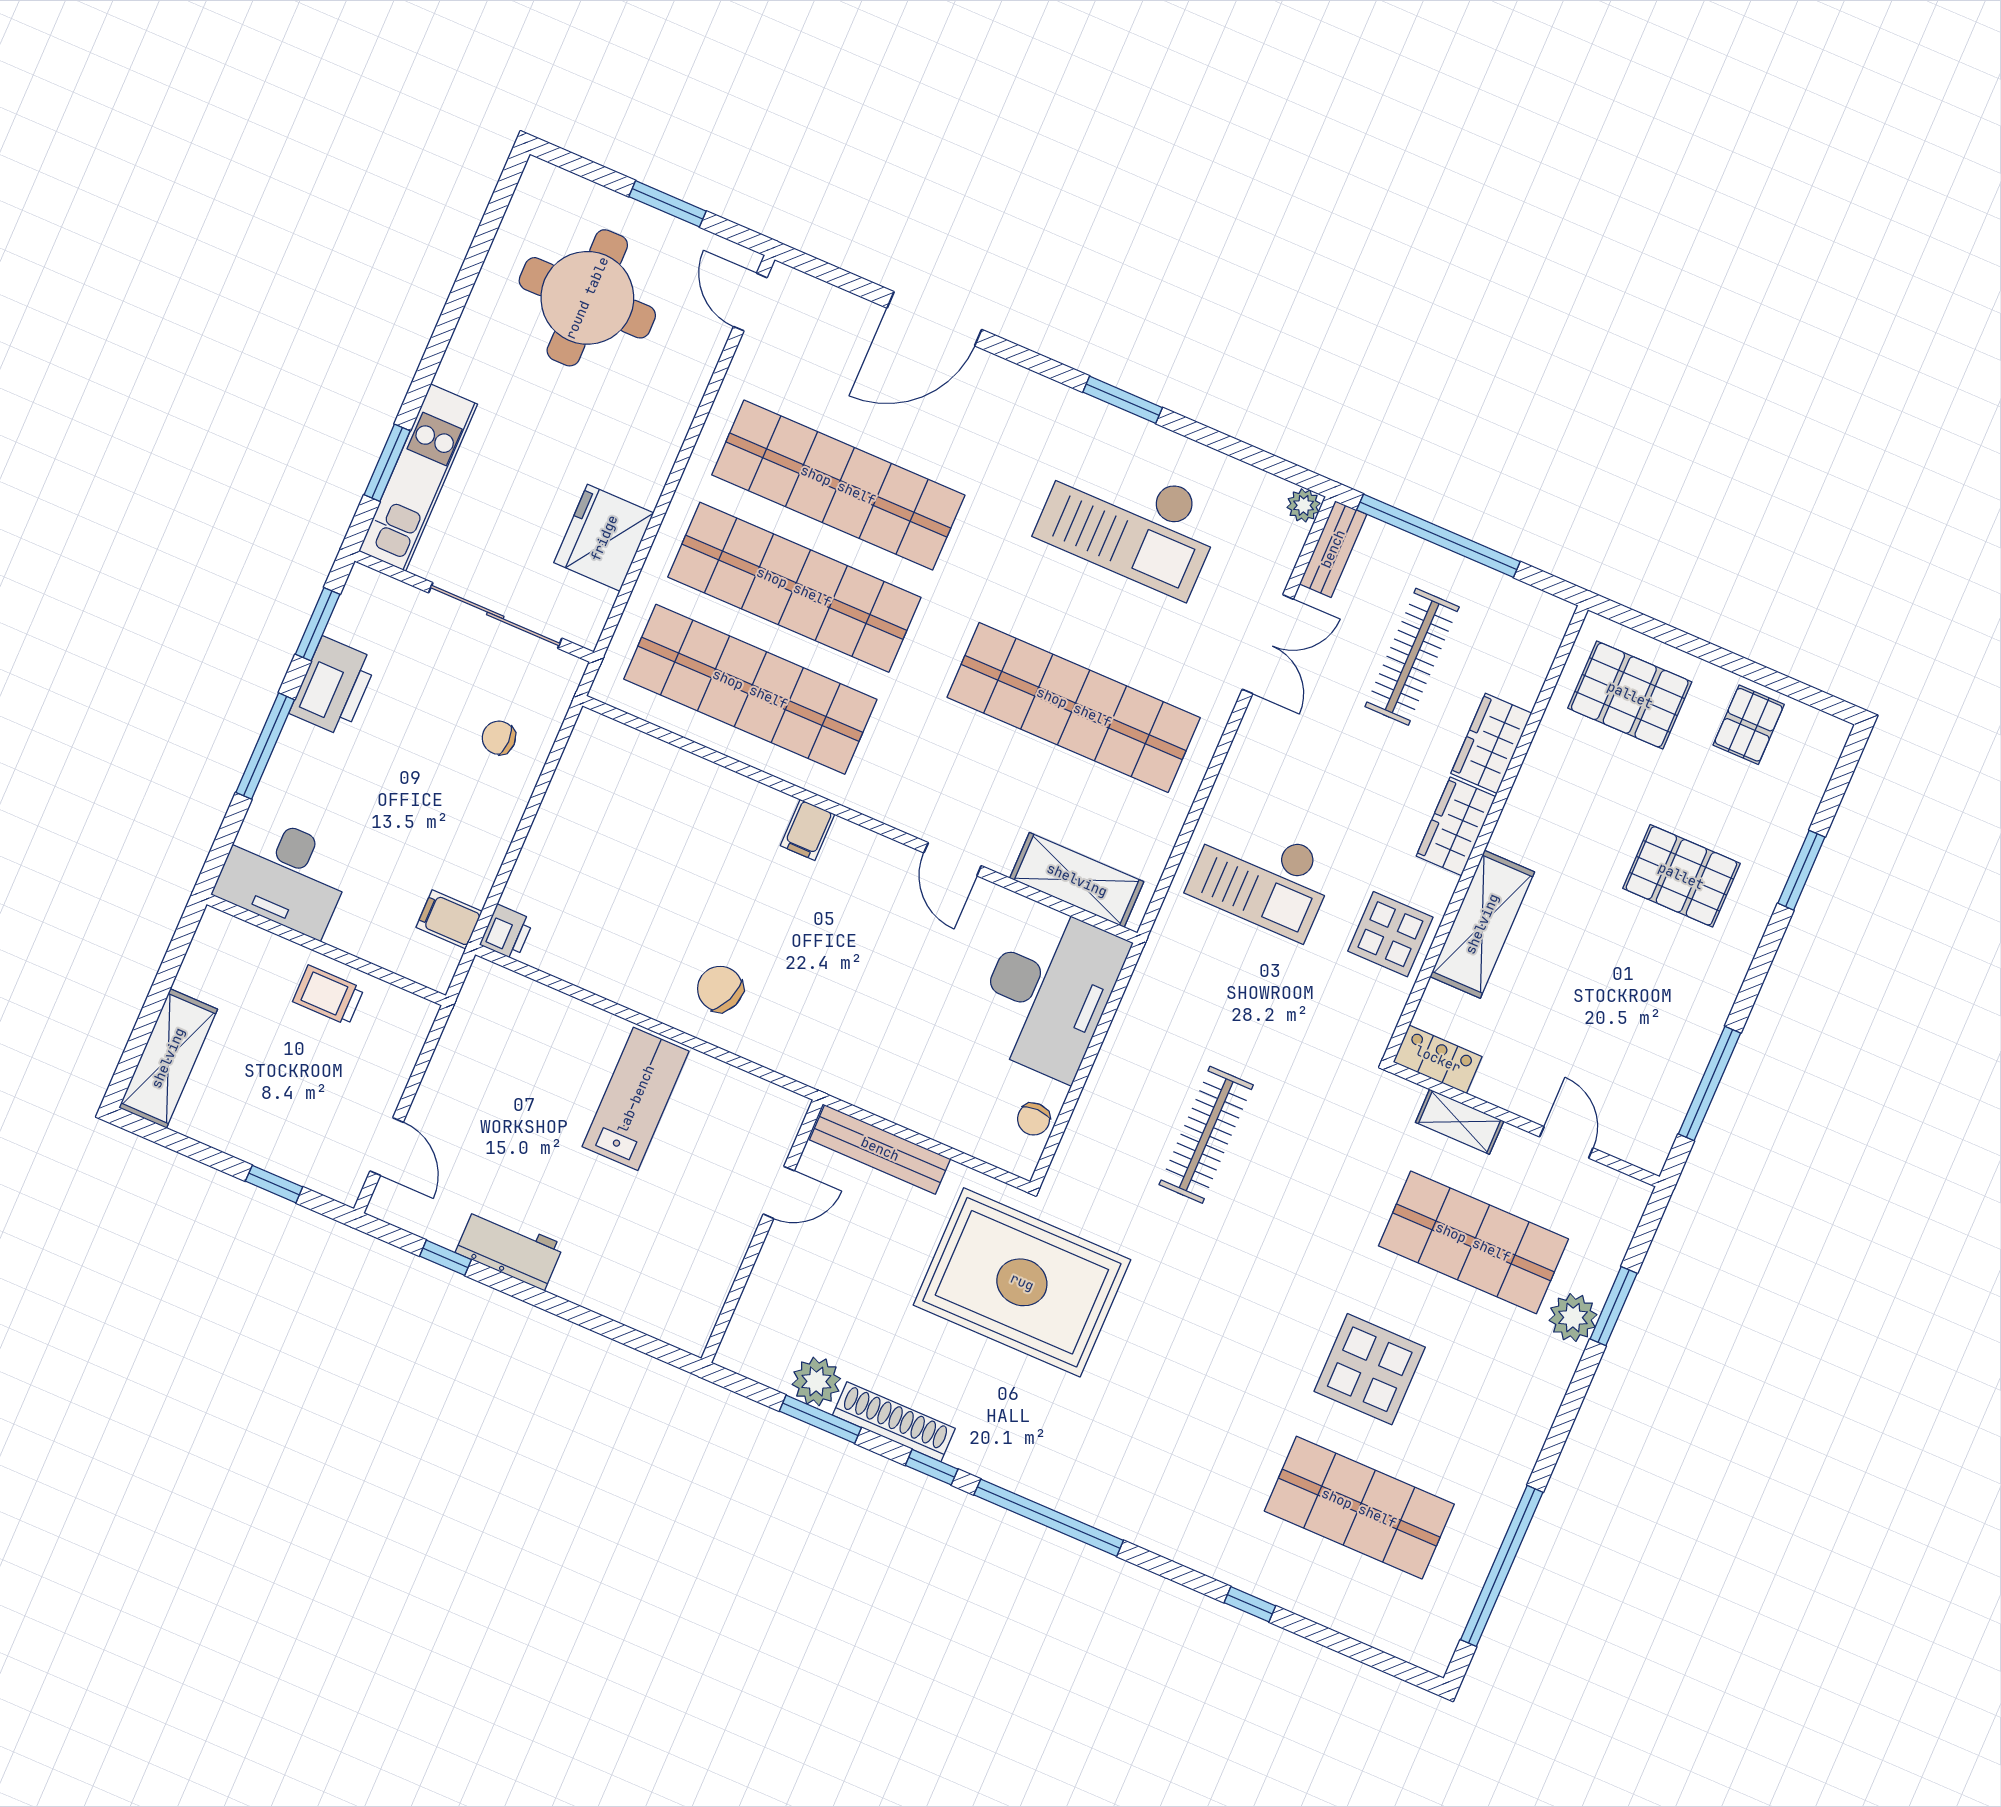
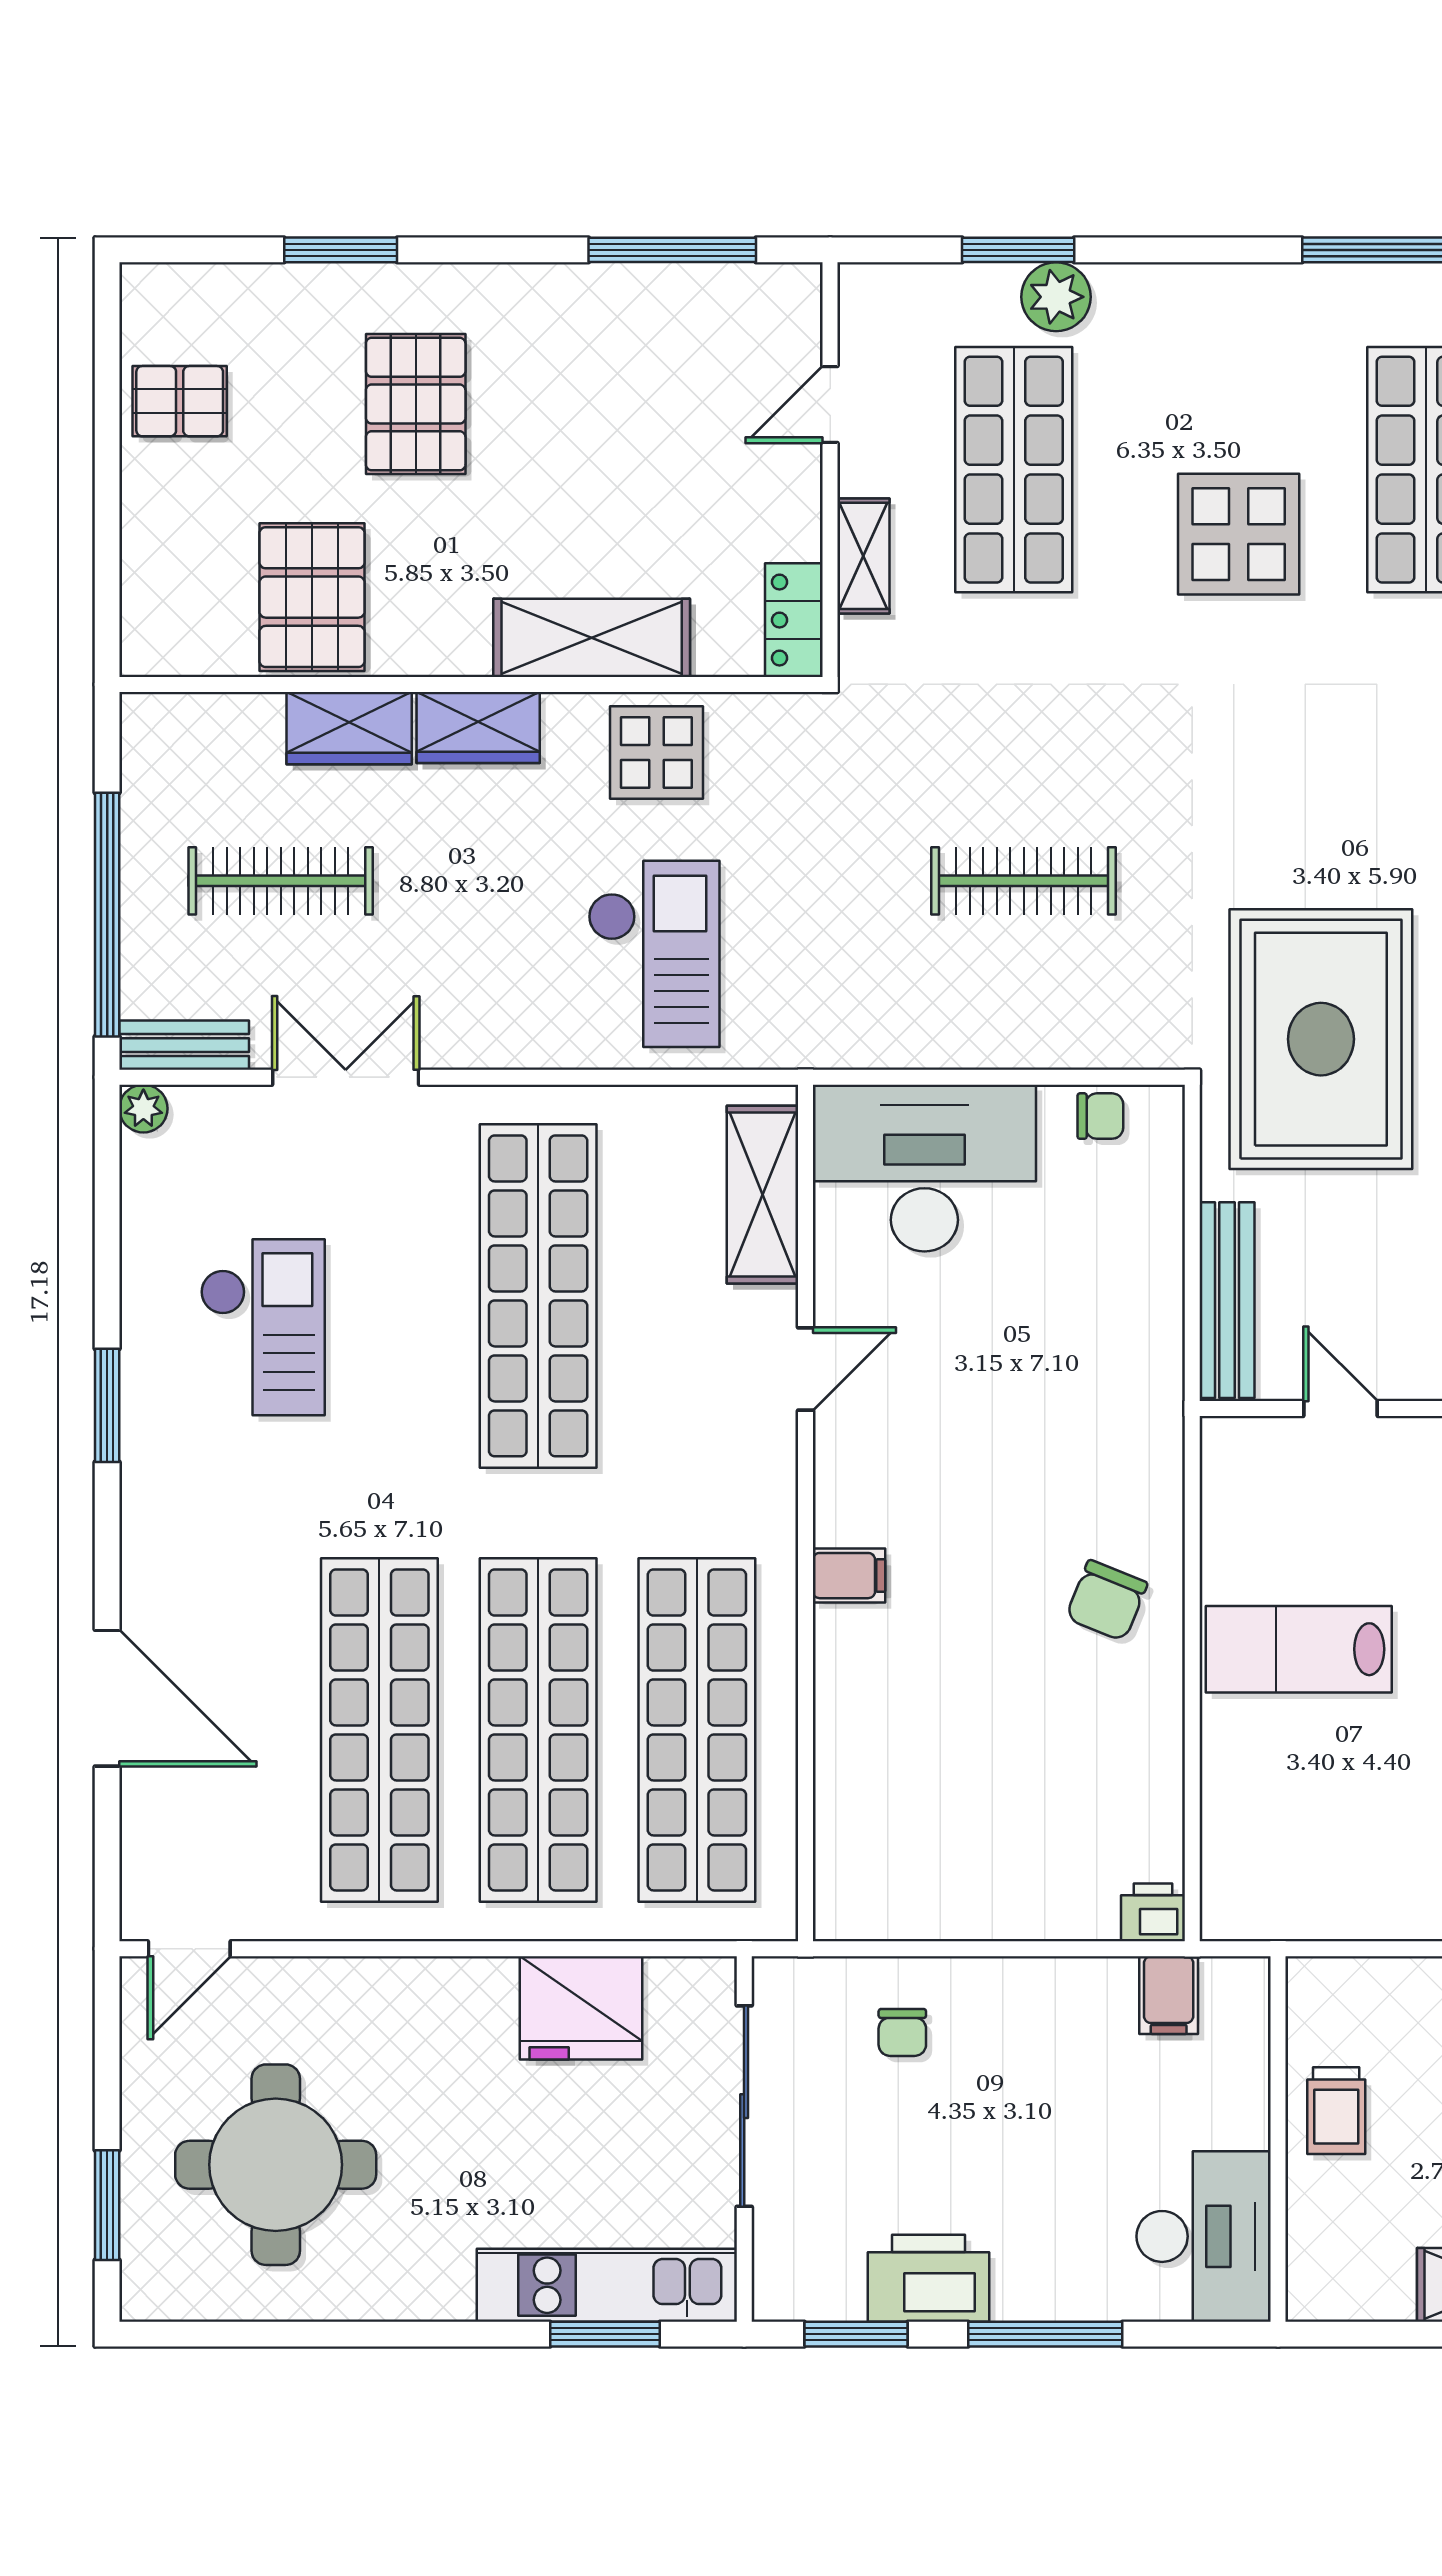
window: (668, 204) -> (107, 2205), moved
checkout: (1130, 521) -> (263, 1327), width x0.73, depth x0.83
pallet: (1630, 695) -> (312, 597), moved

